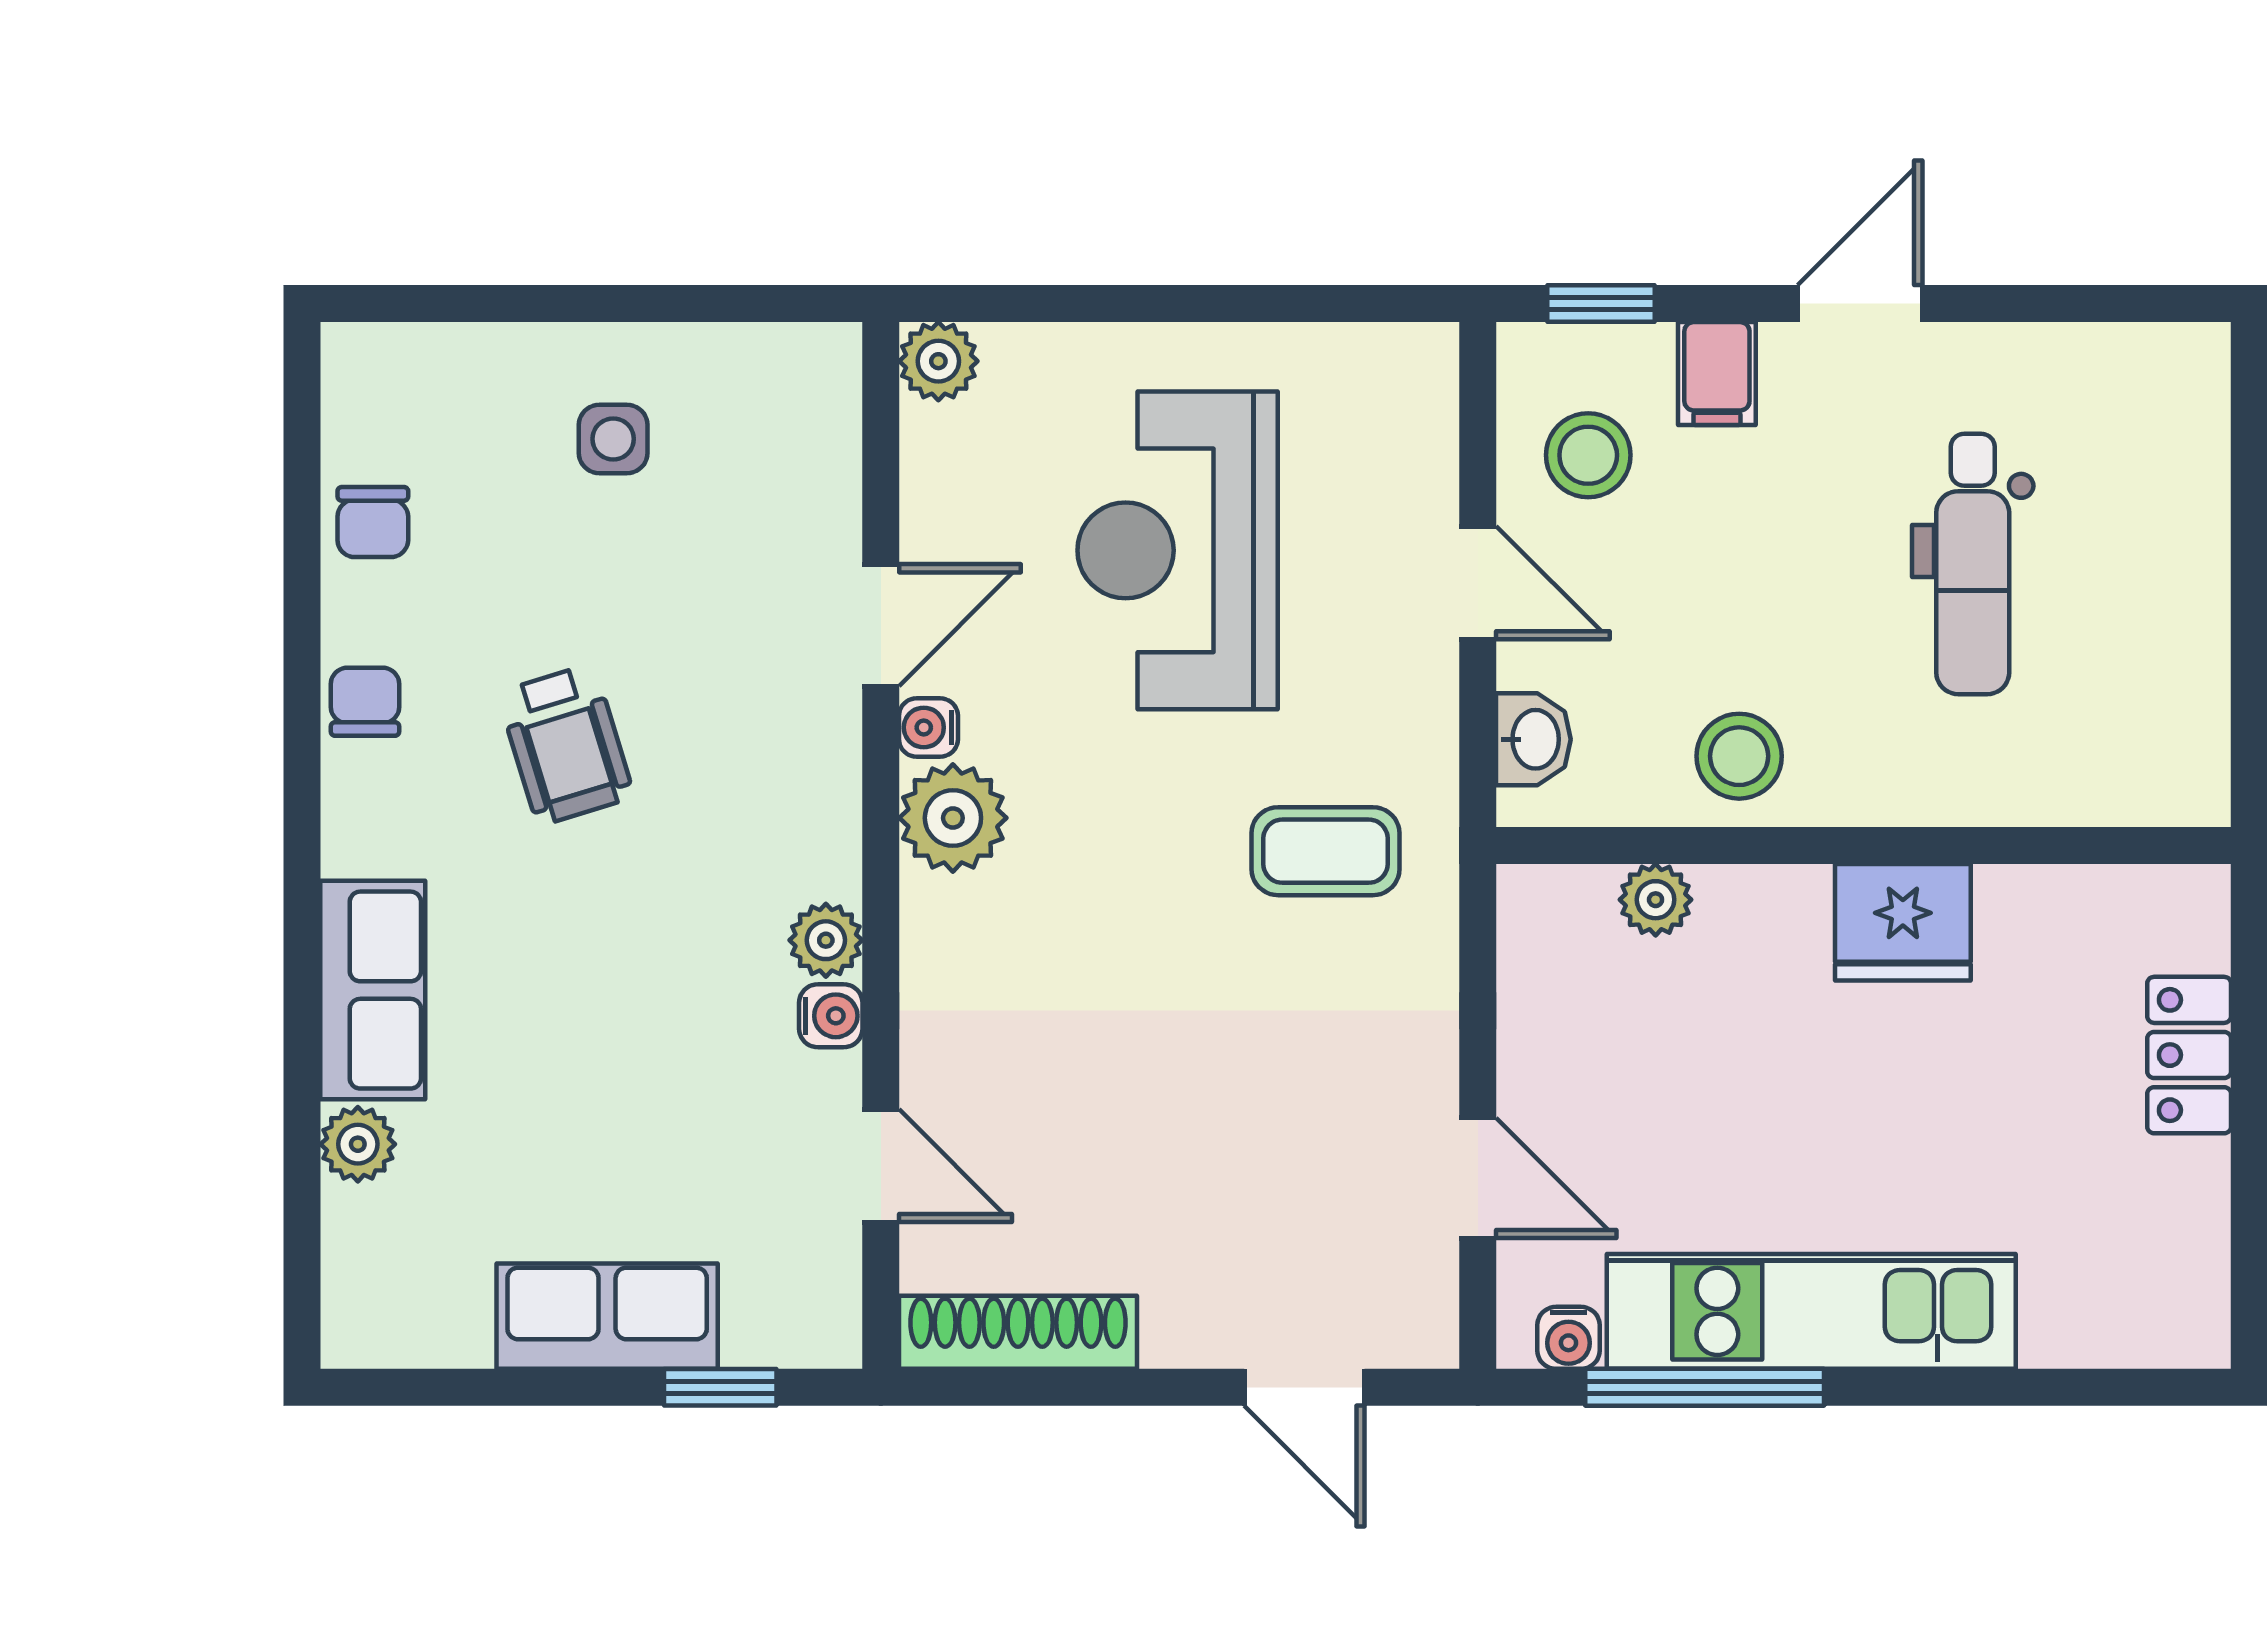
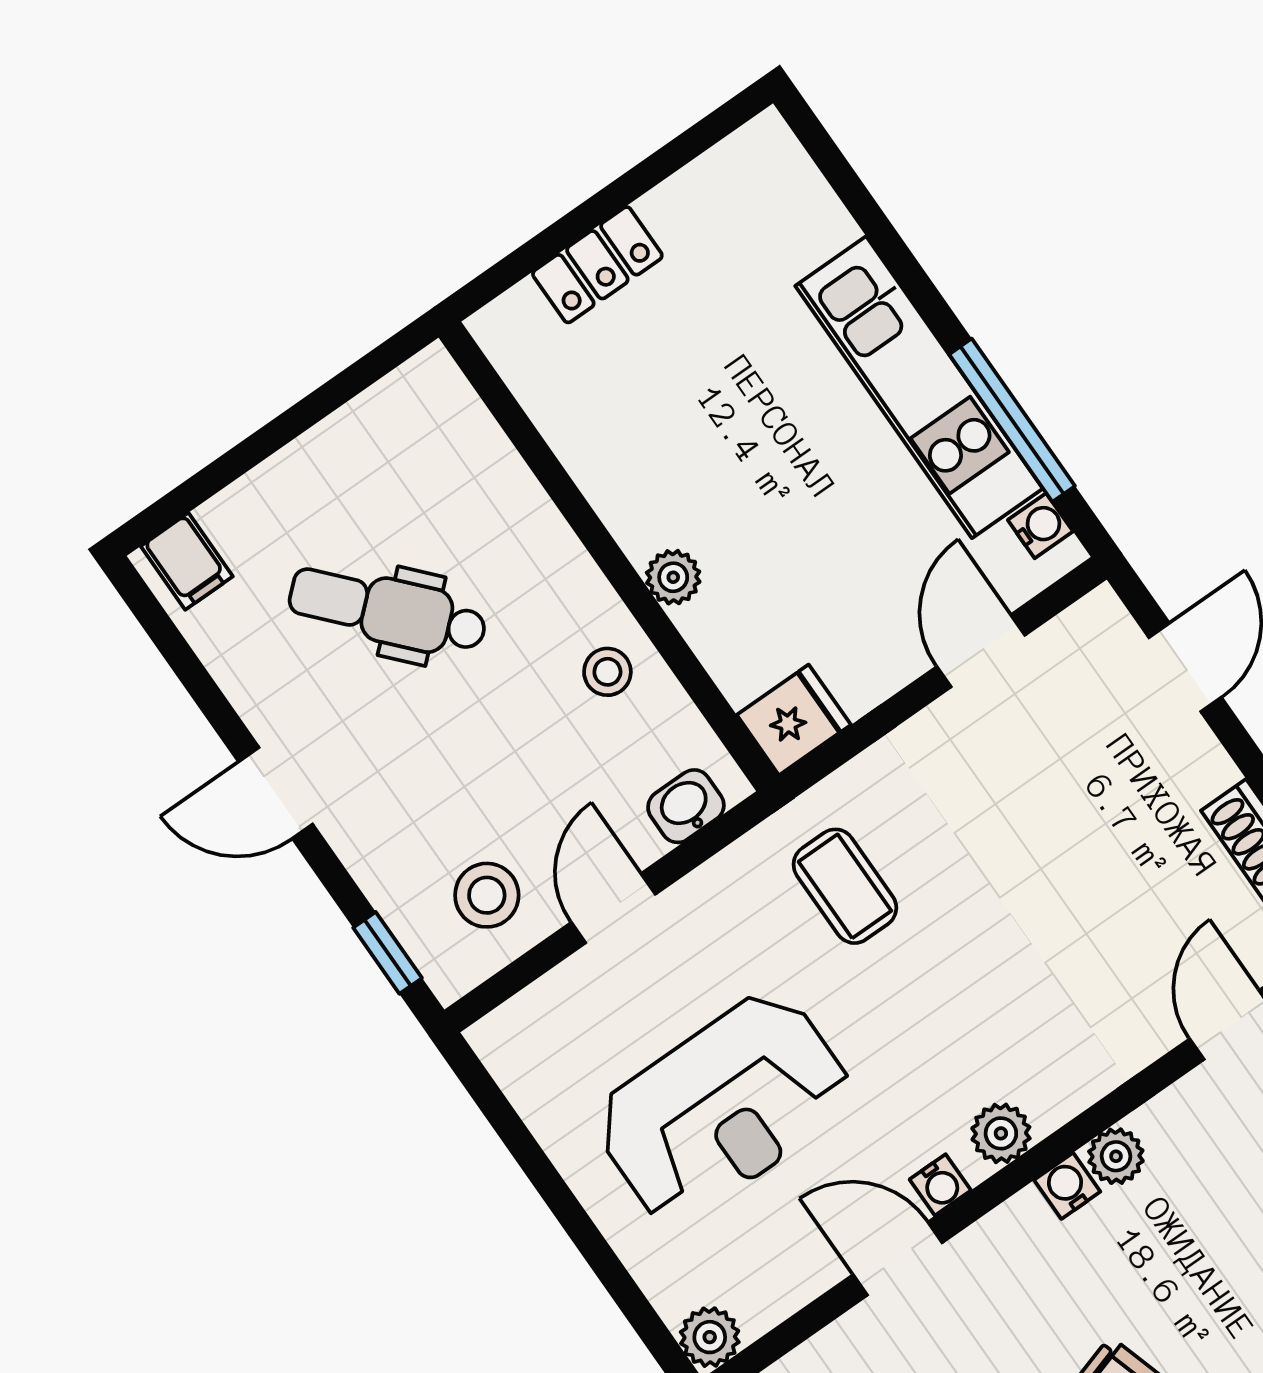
filing cabinet: (1717, 373) -> (187, 561), moved, turned 90
dental chair: (1973, 564) -> (388, 611), turned -132
stool: (1739, 756) -> (607, 672), width x0.73, depth x0.73
plant: (953, 818) -> (1001, 1133), width x0.73, depth x0.73
plant: (1656, 900) -> (673, 577), moved
fridge: (1903, 922) -> (794, 720), moved, width x0.72
water cooler: (831, 1016) -> (1067, 1186), moved

